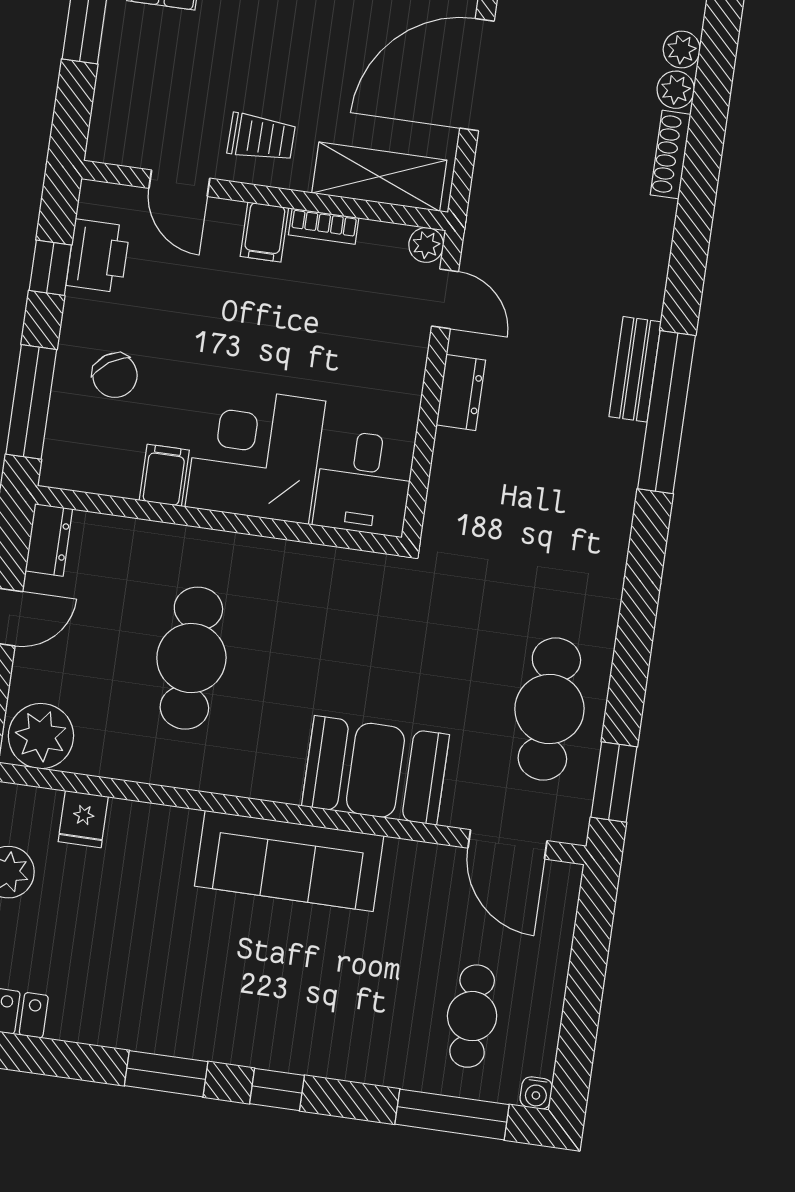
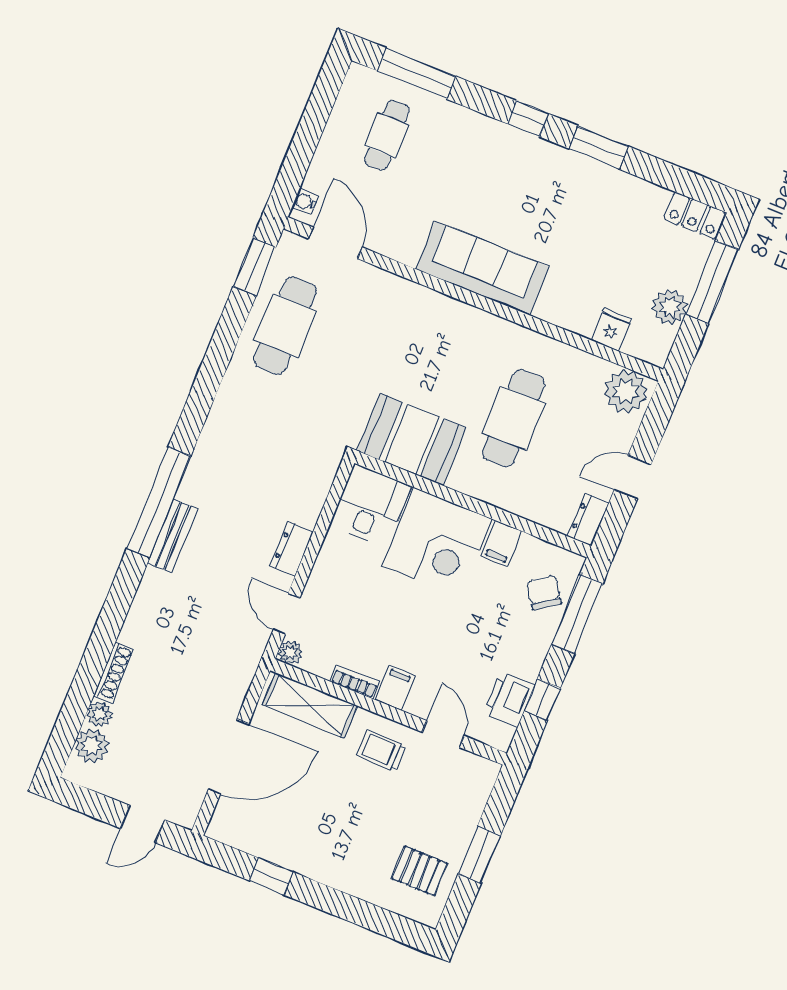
plant: (682, 50) -> (92, 746), width x1.38, depth x1.38
chair: (115, 375) -> (544, 592), moved
booth: (375, 770) -> (411, 439), moved
water cooler: (536, 1093) -> (305, 202), moved, turned -90

